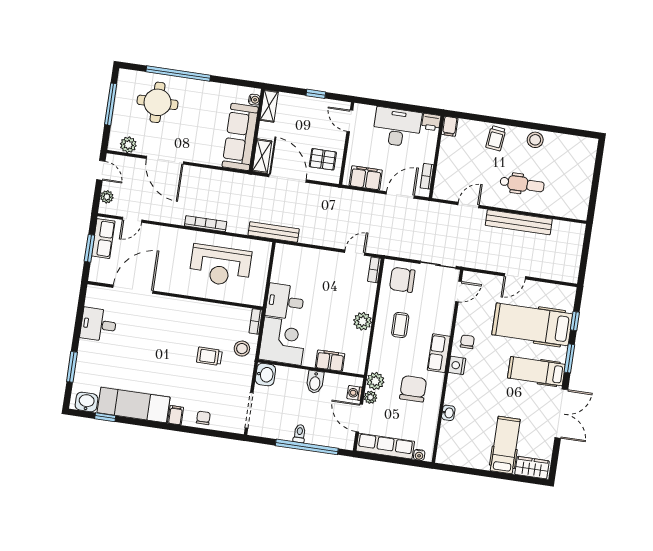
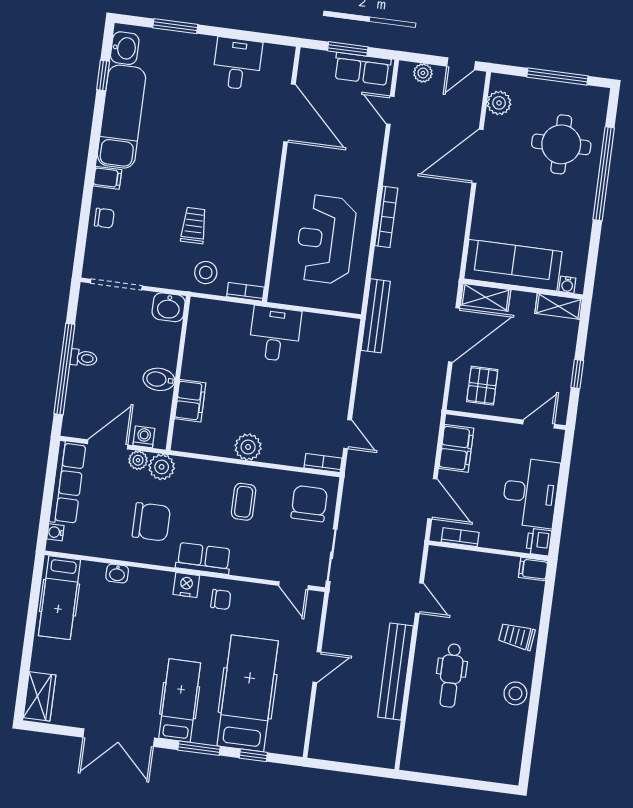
door: (515, 276) -> (317, 667), swing flipped
coffee table: (400, 325) -> (244, 502), turned 90
corner desk: (283, 341) -> (218, 332), removed
hospital bed: (505, 445) -> (59, 598), moved, turned 90

